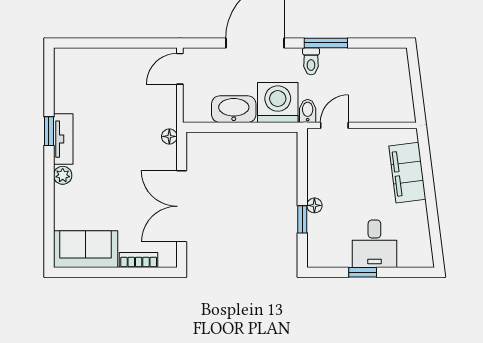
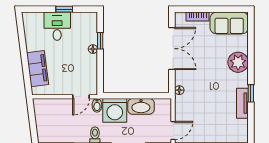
tv unit: (63, 139) -> (242, 103), moved
plant: (63, 175) -> (238, 62), width x1.87, depth x1.87

